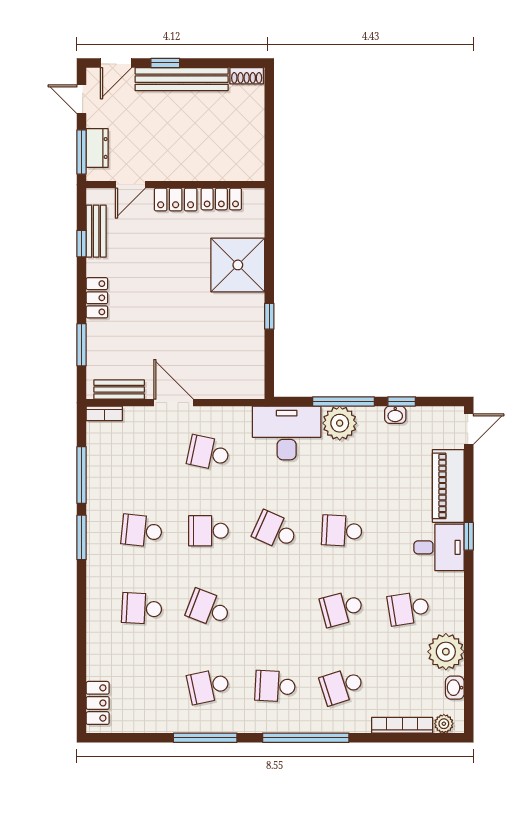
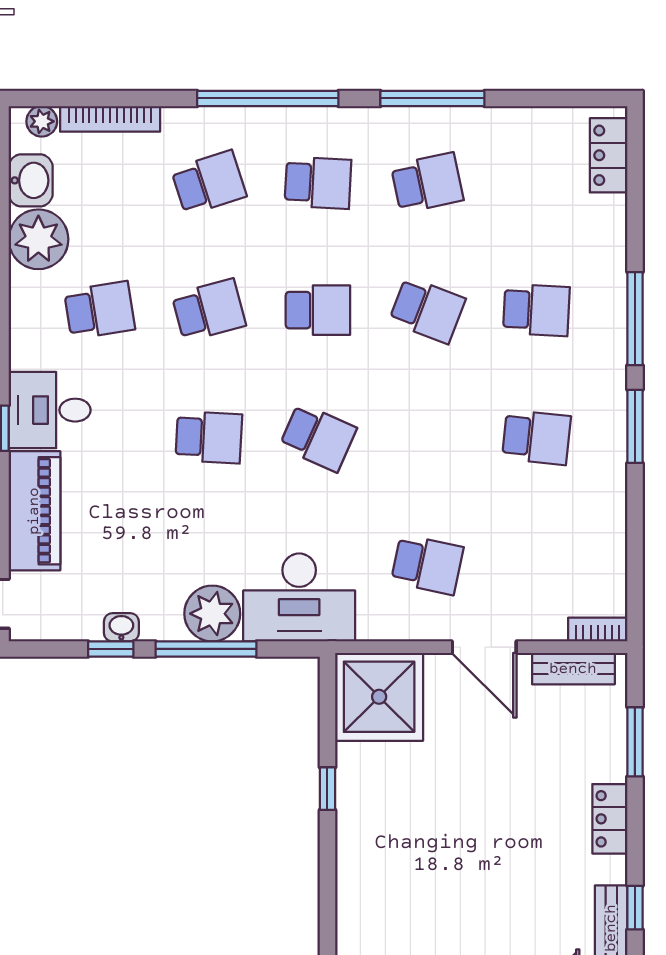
shower: (238, 265) -> (379, 697), moved
window: (82, 475) -> (635, 319), moved
school desk: (208, 531) -> (318, 310), moved
washbasin: (455, 688) -> (31, 180), width x1.38, depth x1.45

